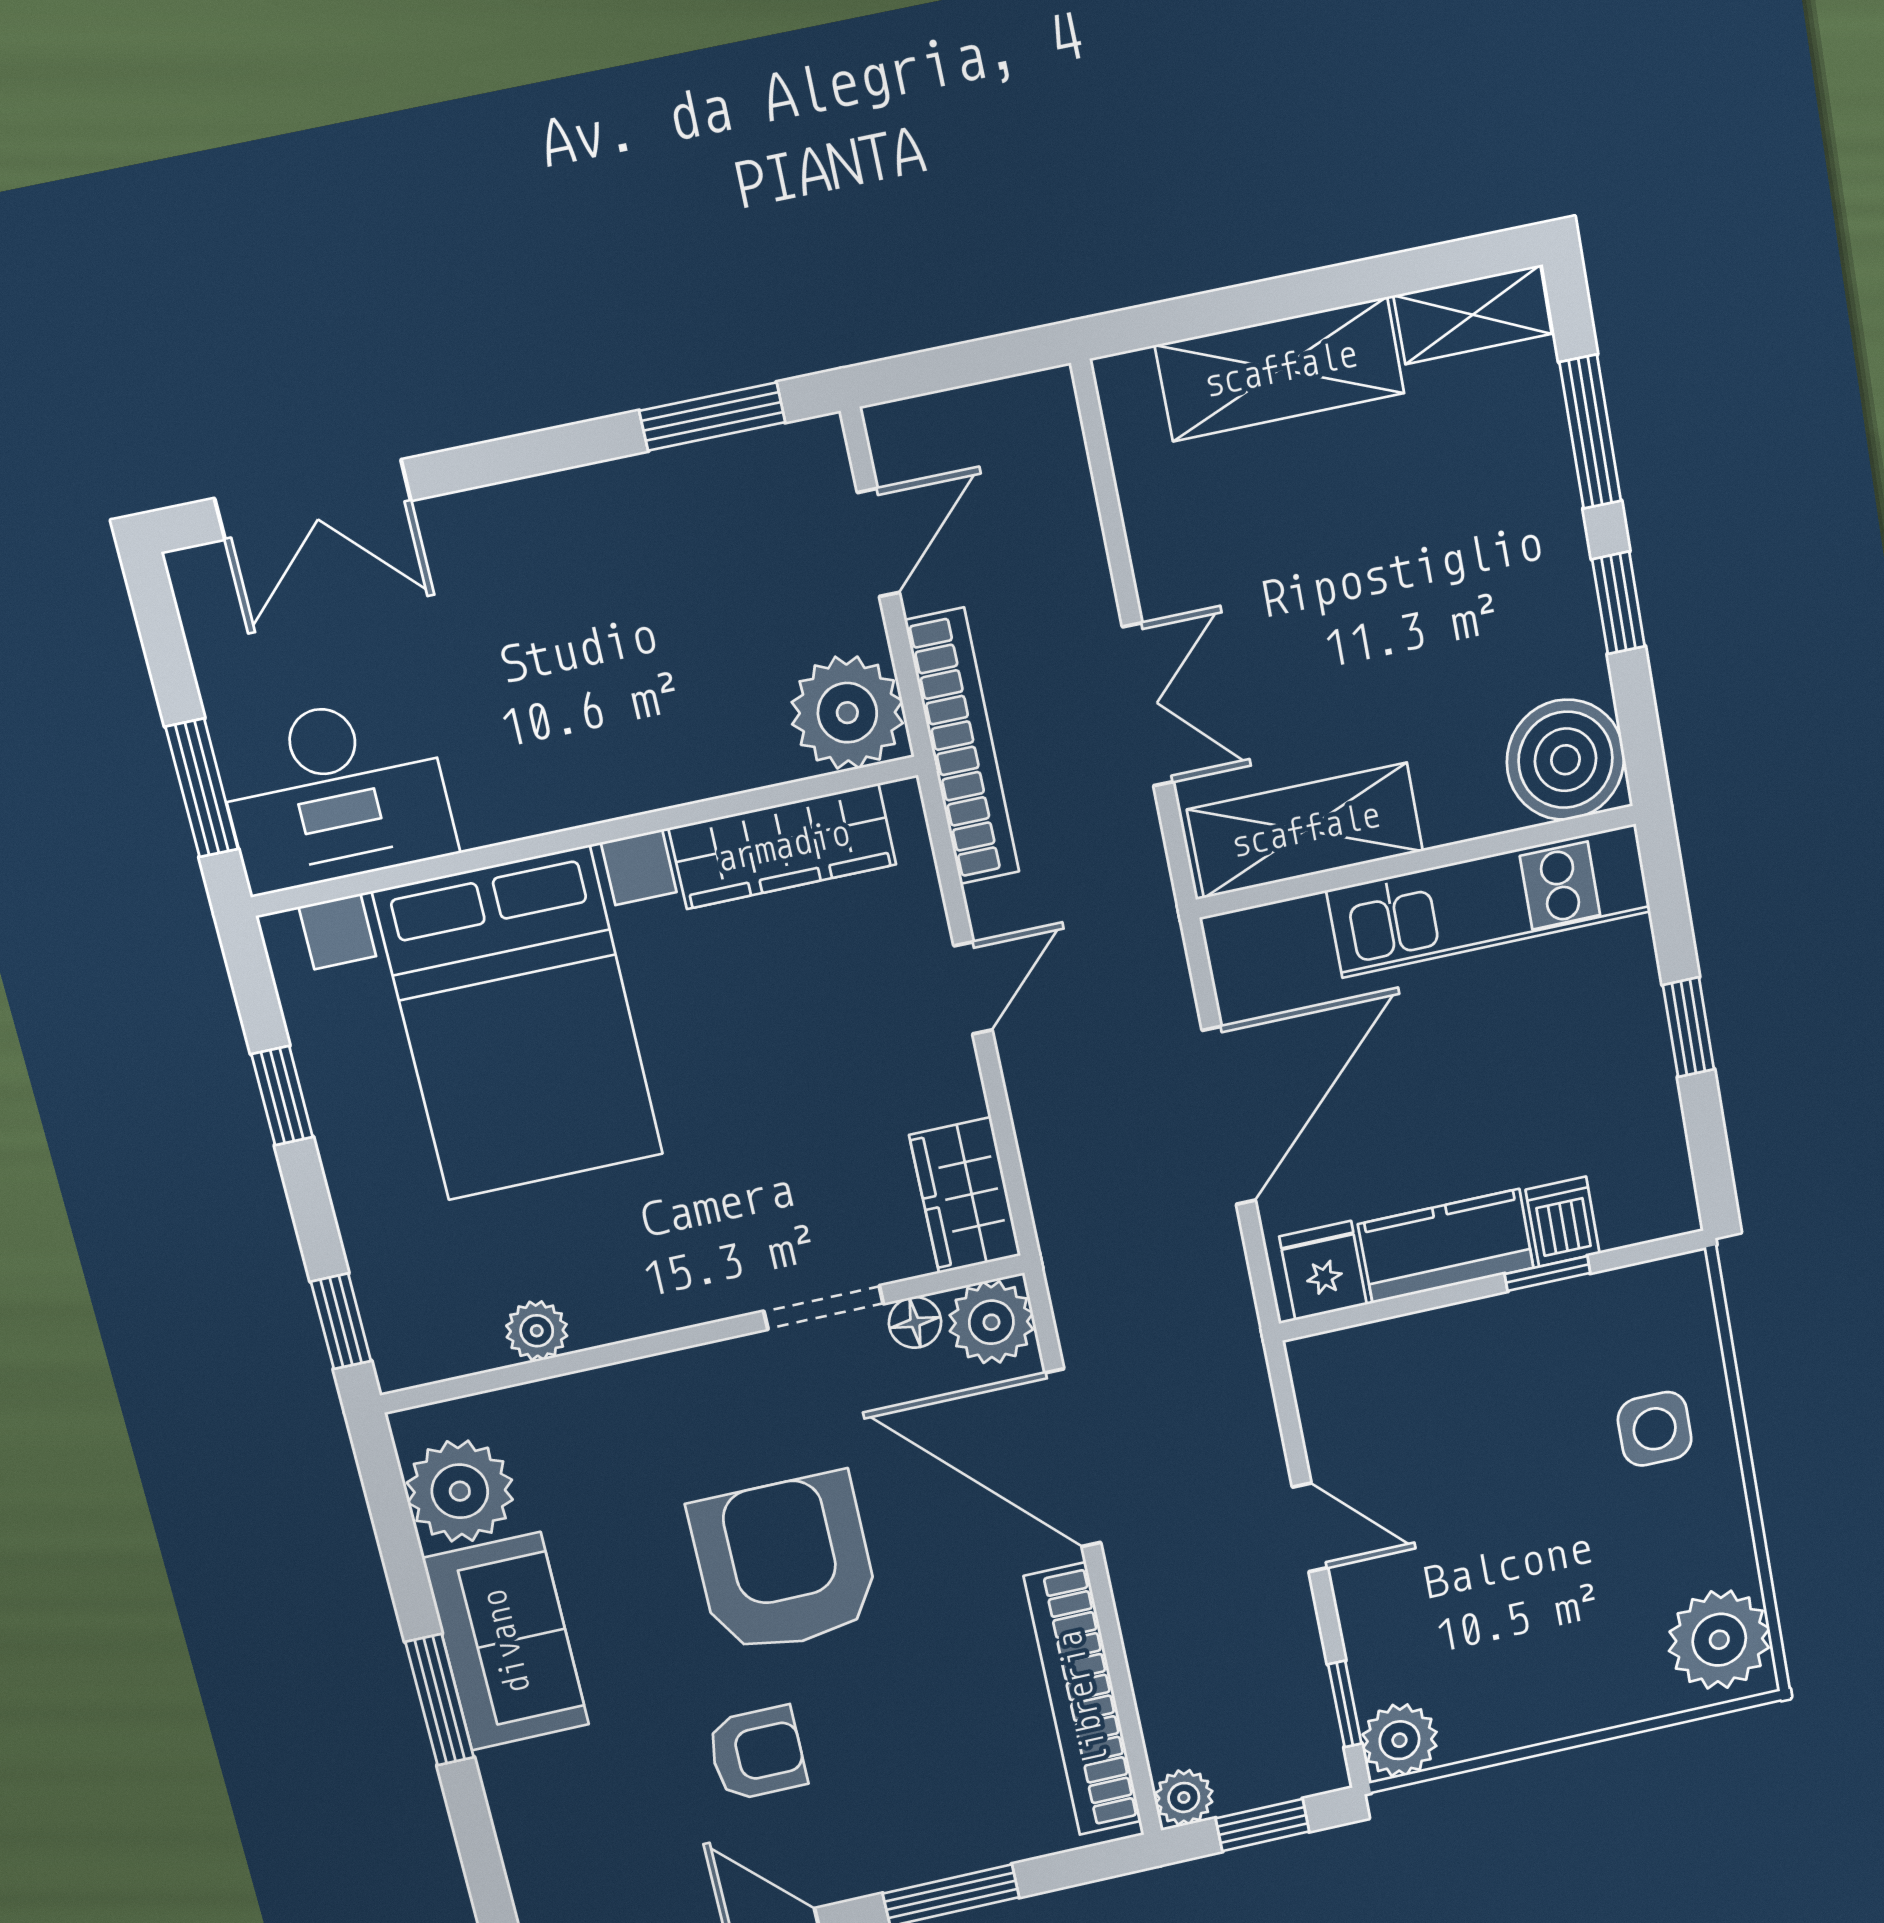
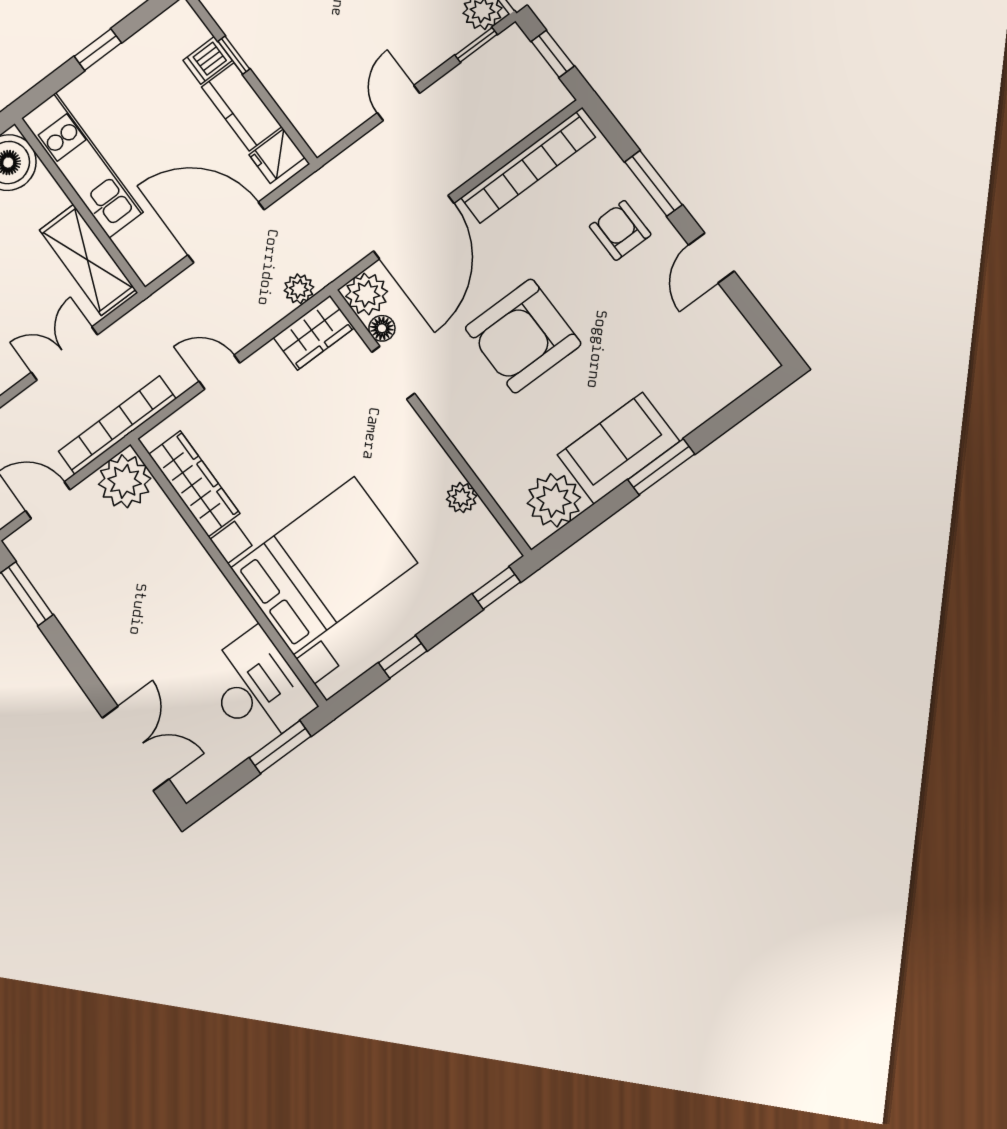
armchair: (757, 1753) -> (620, 230), moved
plant: (1184, 1797) -> (299, 289), moved

